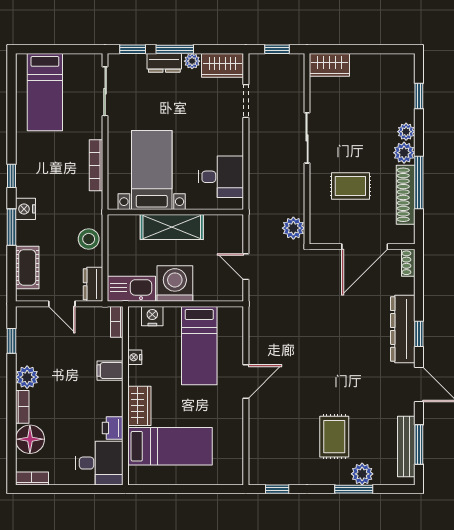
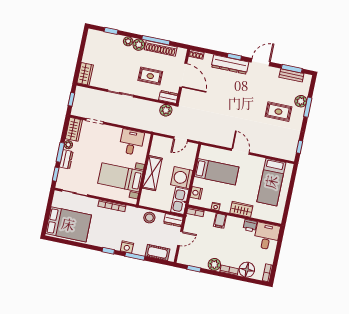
bed: (45, 92) -> (68, 224), width x1.50
rug: (350, 186) -> (150, 76), turned 90
dresser: (319, 227) -> (168, 97), added
bed: (170, 446) -> (271, 182), moved, turned 180
bench: (406, 447) -> (291, 75), width x0.73

